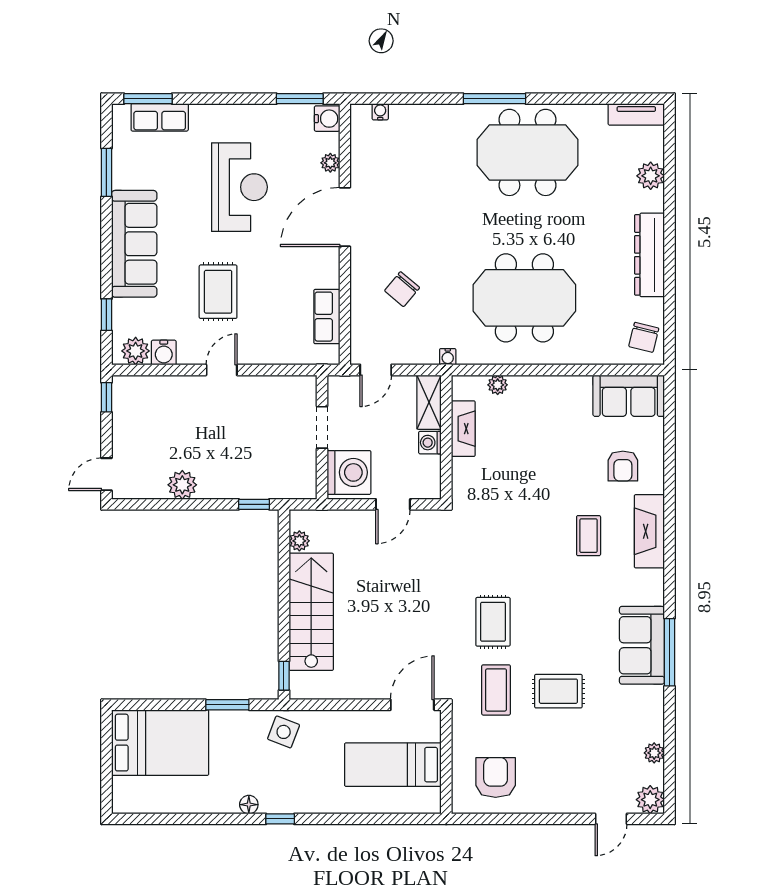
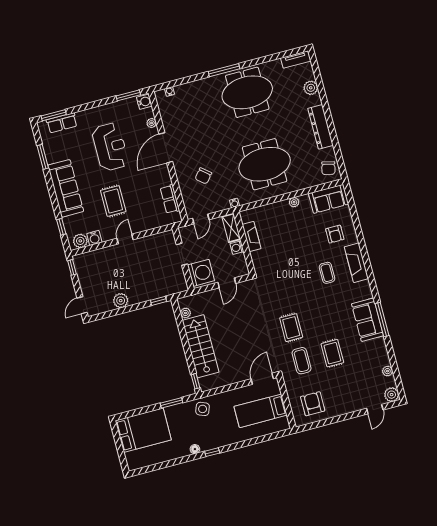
plant: (498, 385) -> (294, 202), moved
rug: (558, 691) -> (332, 353), turned 90

